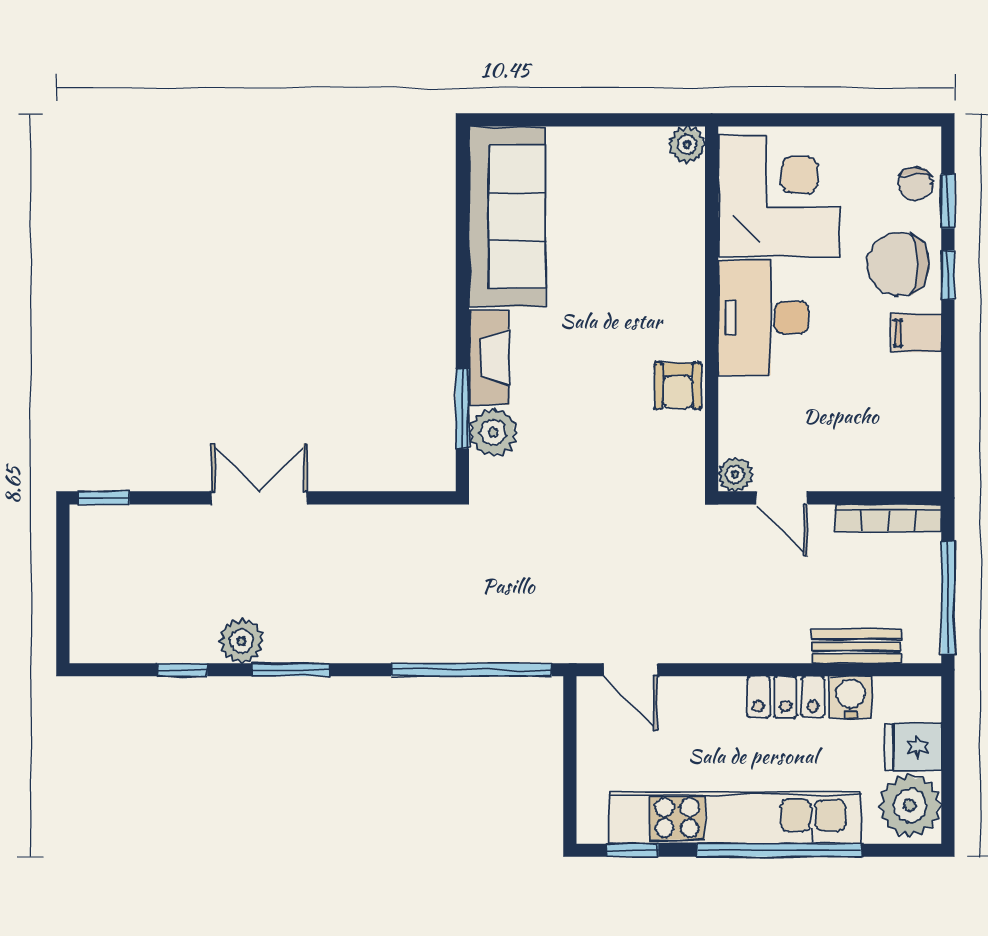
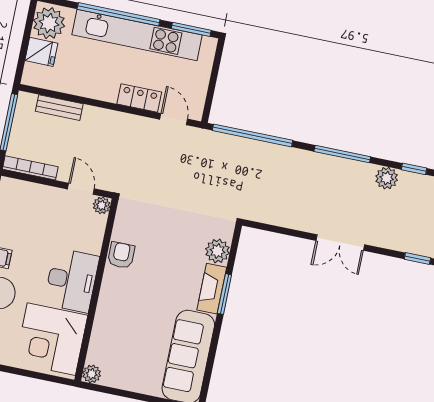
window: (462, 409) -> (224, 294), moved
plant: (241, 641) -> (387, 178), moved
window: (182, 670) -> (414, 169), moved
window: (291, 670) -> (342, 154), width x1.44
locker: (786, 697) -> (139, 98), moved
water cooler: (851, 697) -> (67, 83), removed
window: (632, 850) -> (191, 29), width x1.50

